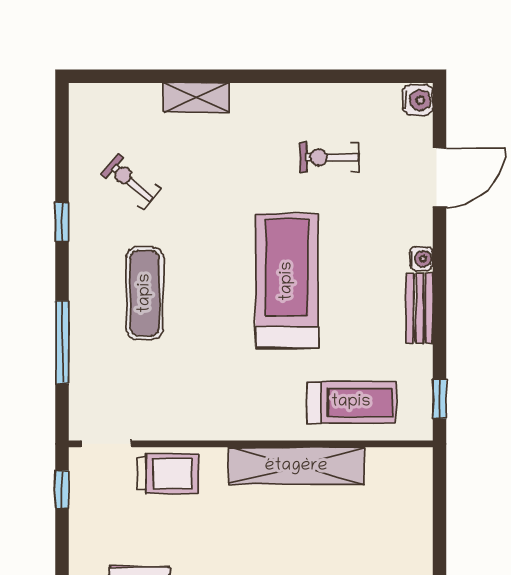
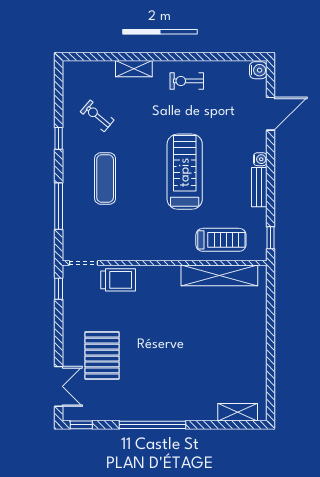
exercise bike: (329, 157) -> (187, 81), moved
shelving: (296, 466) -> (219, 275), moved

